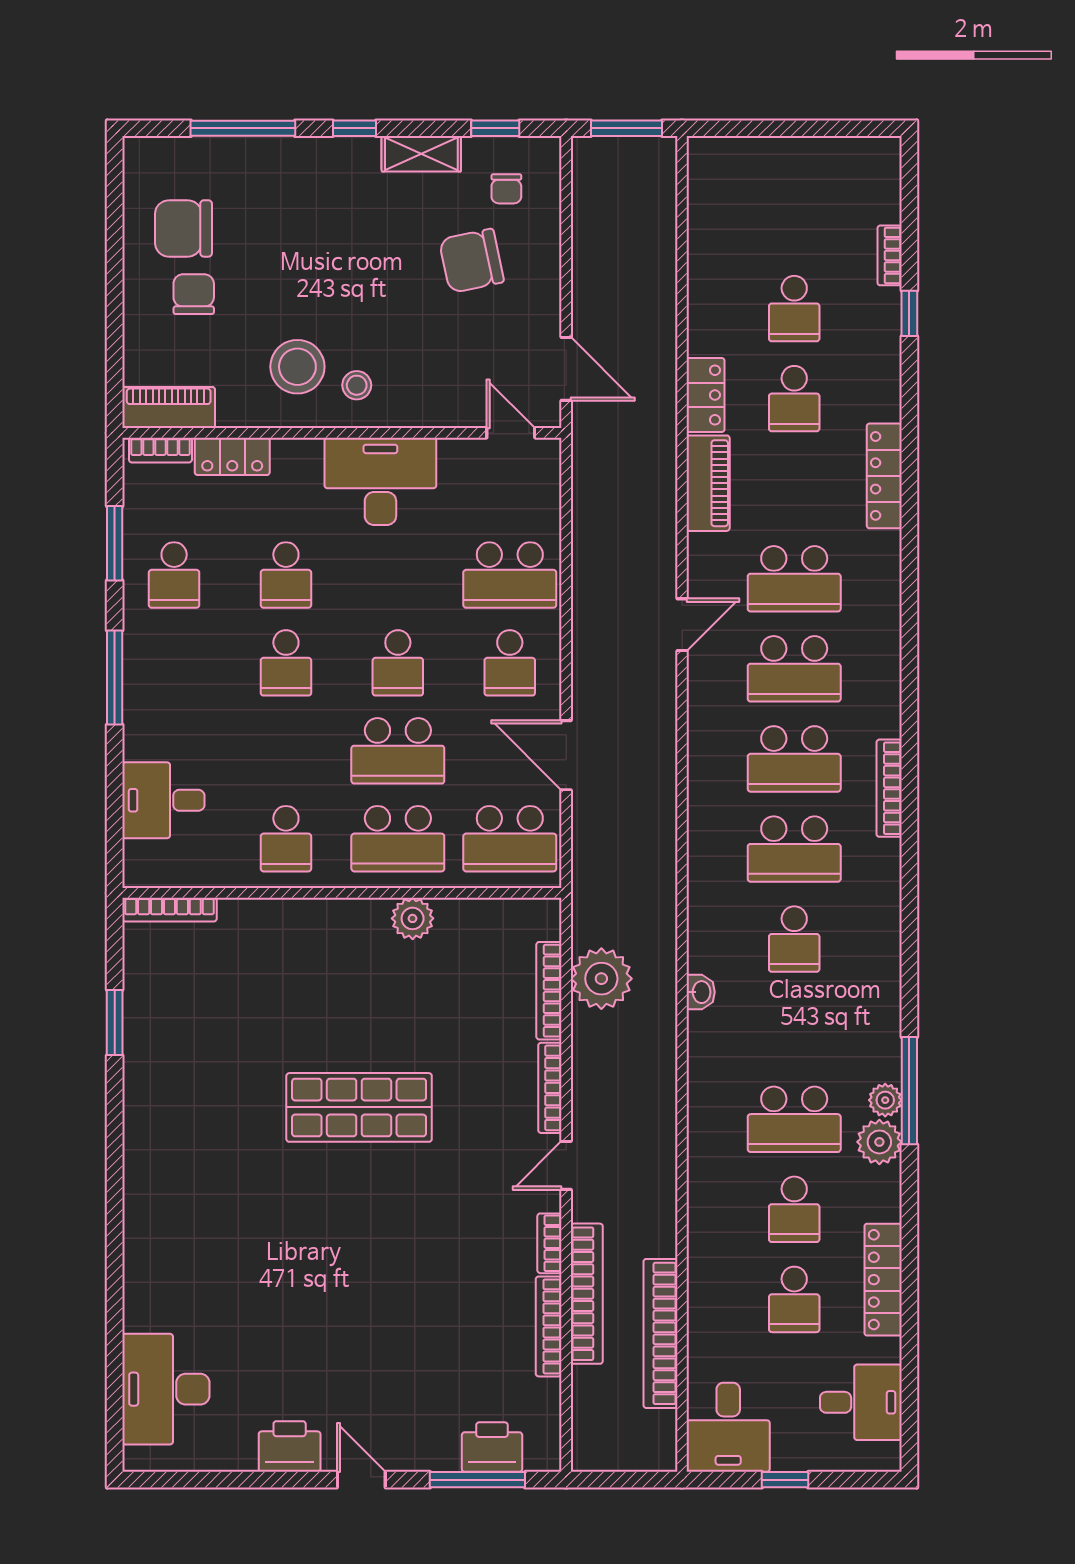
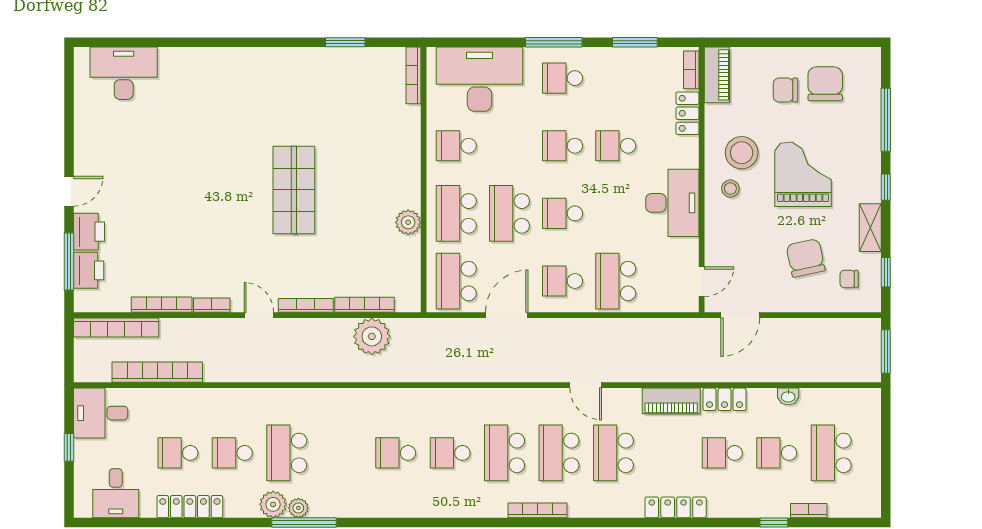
school desk: (794, 218) -> (831, 453), added
grand piano: (333, 265) -> (803, 174), added
chair: (194, 294) -> (785, 90), turned 180
school desk: (174, 575) -> (563, 78), moved
bookcase: (889, 788) -> (538, 510), moved
desk: (163, 800) -> (480, 79), width x1.87, depth x1.30
school desk: (794, 849) -> (450, 453), width x0.54
washbasin: (701, 992) -> (788, 396), moved
bookcase: (587, 1294) -> (116, 328), moved
printer: (290, 1447) -> (89, 232), moved

